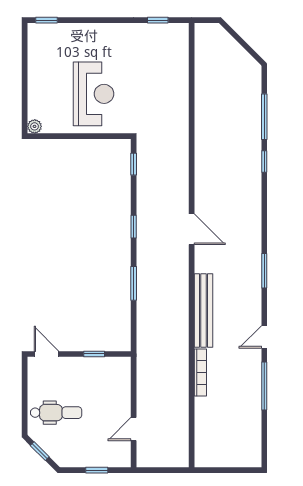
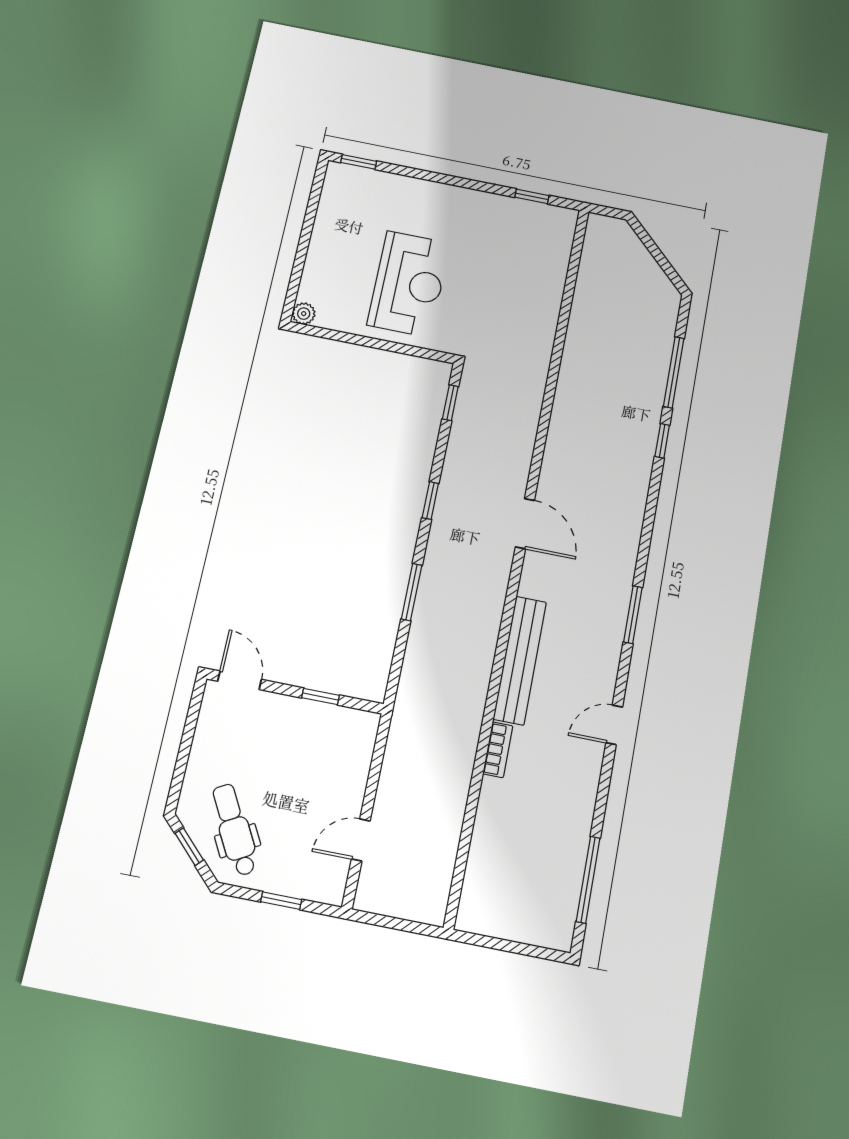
bookcase: (200, 373) -> (498, 750), width x0.64
window: (264, 386) -> (588, 880), moved
dental chair: (56, 413) -> (234, 830), moved, turned -119

